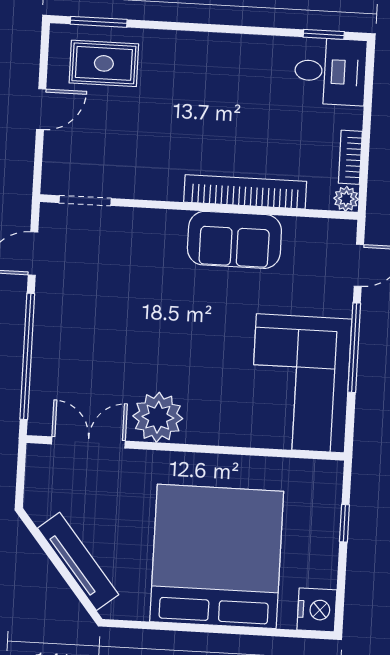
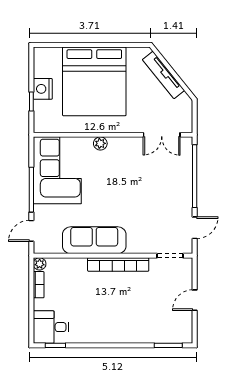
rug: (104, 63) -> (164, 325), removed
bookcase: (245, 192) -> (118, 264), moved
sofa: (234, 240) -> (94, 240), width x1.36
plant: (158, 417) -> (100, 143), moved, width x0.53, depth x0.53
nightstand: (317, 610) -> (43, 89), moved

